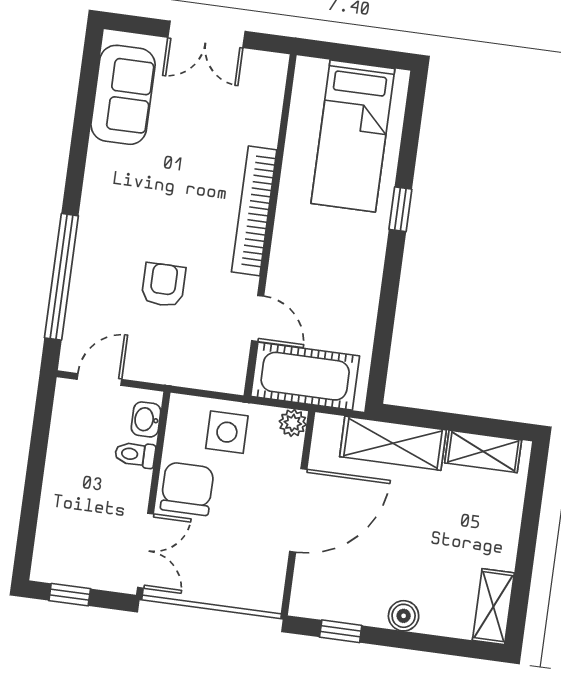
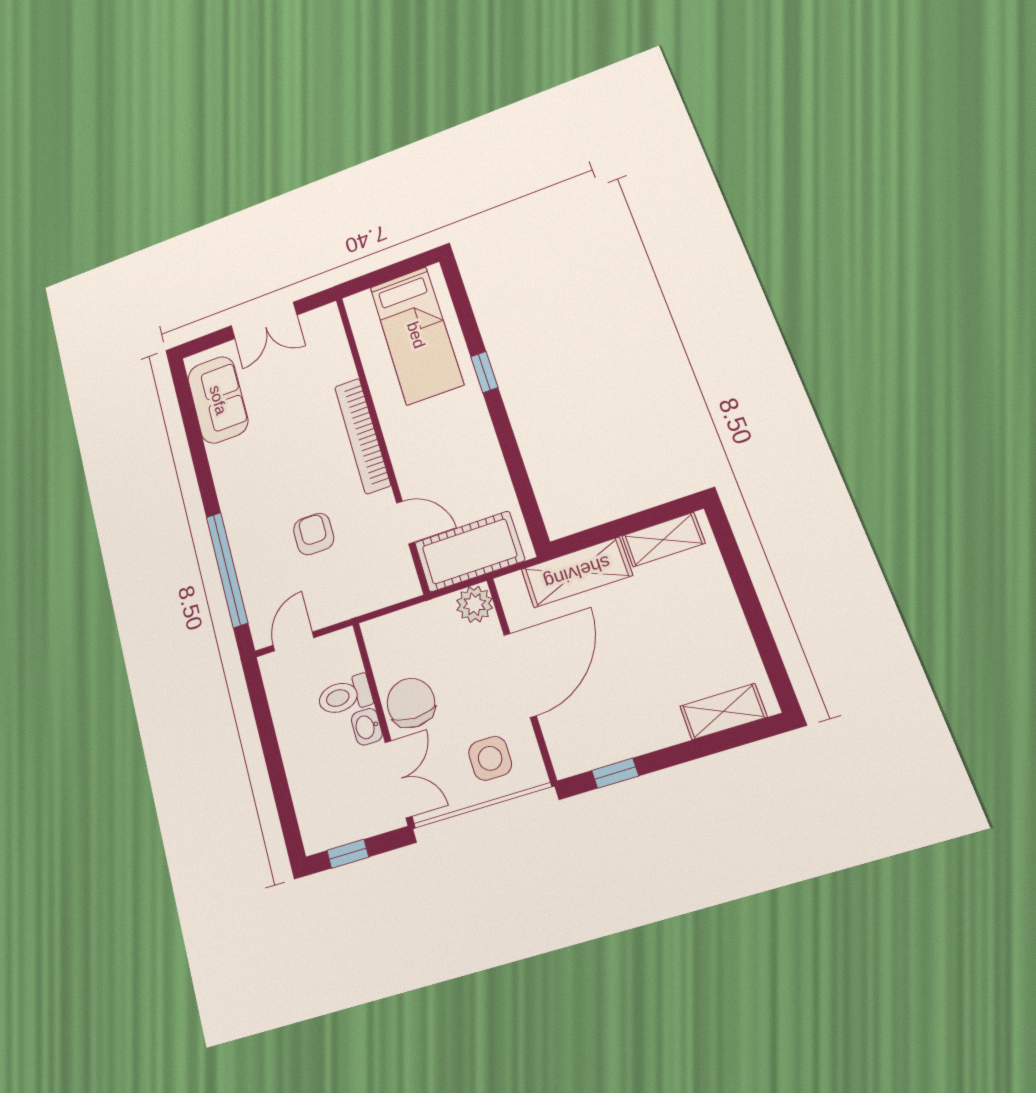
washbasin: (146, 419) -> (367, 727), moved
plant: (293, 423) -> (475, 604), width x1.38, depth x1.38
side table: (227, 432) -> (490, 758), moved
toilet: (135, 454) -> (345, 696), width x1.37, depth x1.39
shelving: (493, 607) -> (723, 712), moved, turned 90
boiler: (404, 616) -> (668, 730), removed

